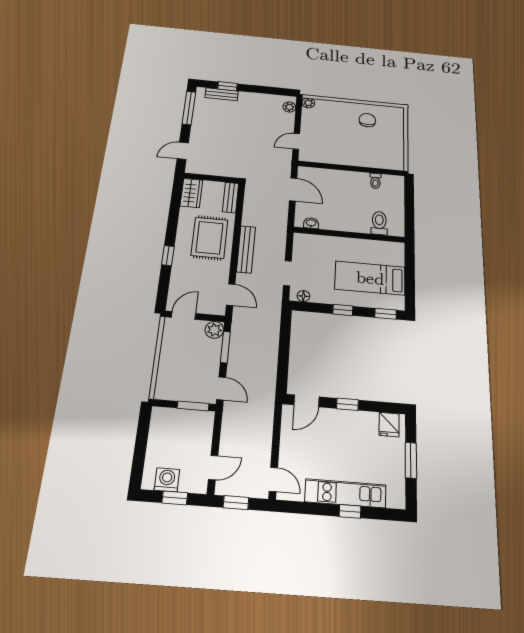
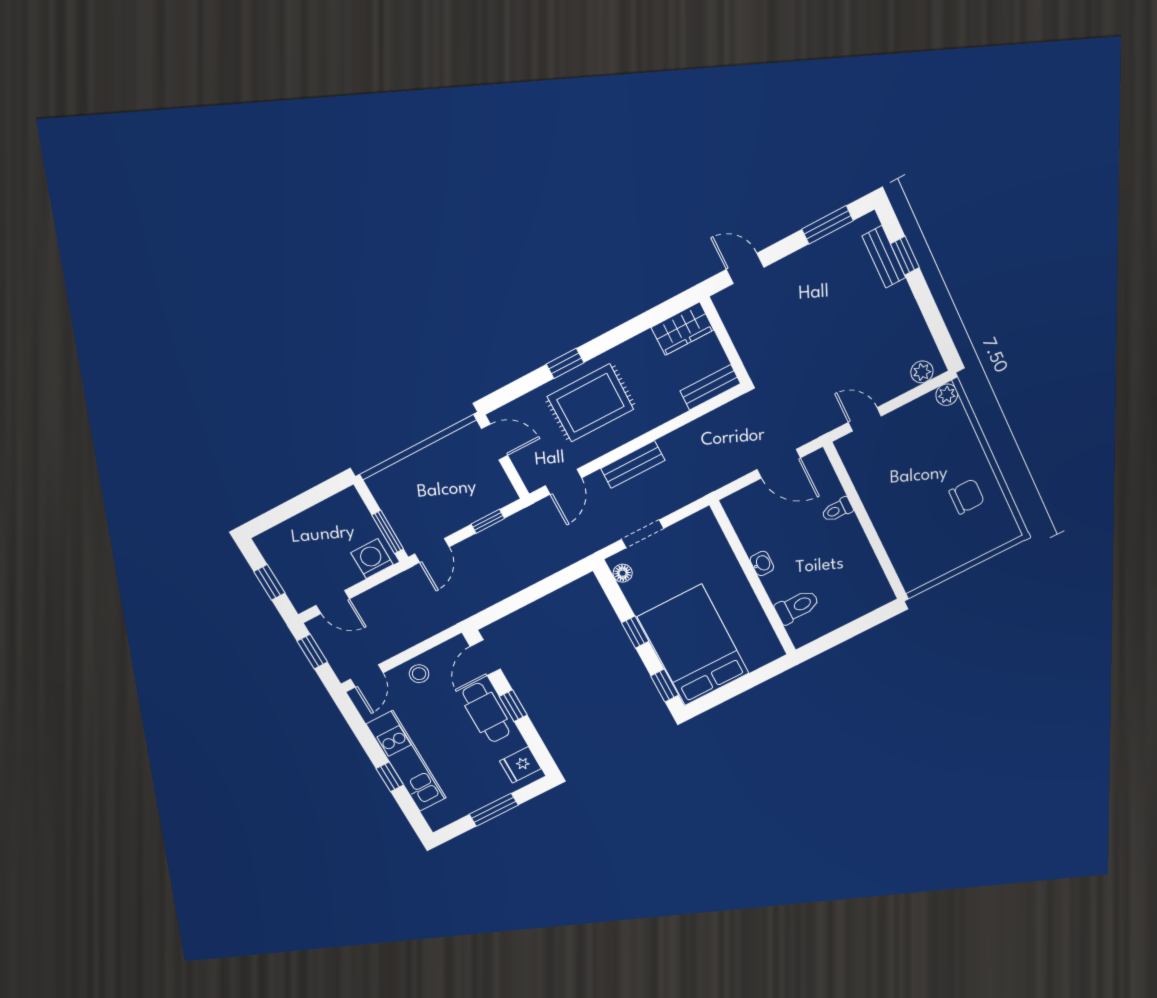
window: (189, 108) -> (828, 225), width x0.69
toilet: (375, 181) -> (837, 510), moved
door: (293, 189) -> (779, 464), hinge flipped
washbasin: (311, 223) -> (762, 563), moved
rug: (209, 238) -> (590, 403), moved
bench: (246, 249) -> (633, 464), width x0.73
bed: (370, 278) -> (693, 645), width x1.50
plant: (214, 330) -> (501, 493), removed
window: (225, 347) -> (488, 521), width x0.67
door: (307, 401) -> (485, 658), hinge flipped
cafe table: (342, 423) -> (486, 712), added
stool: (292, 446) -> (419, 674), added
washing machine: (167, 480) -> (372, 559), moved, turned -90

